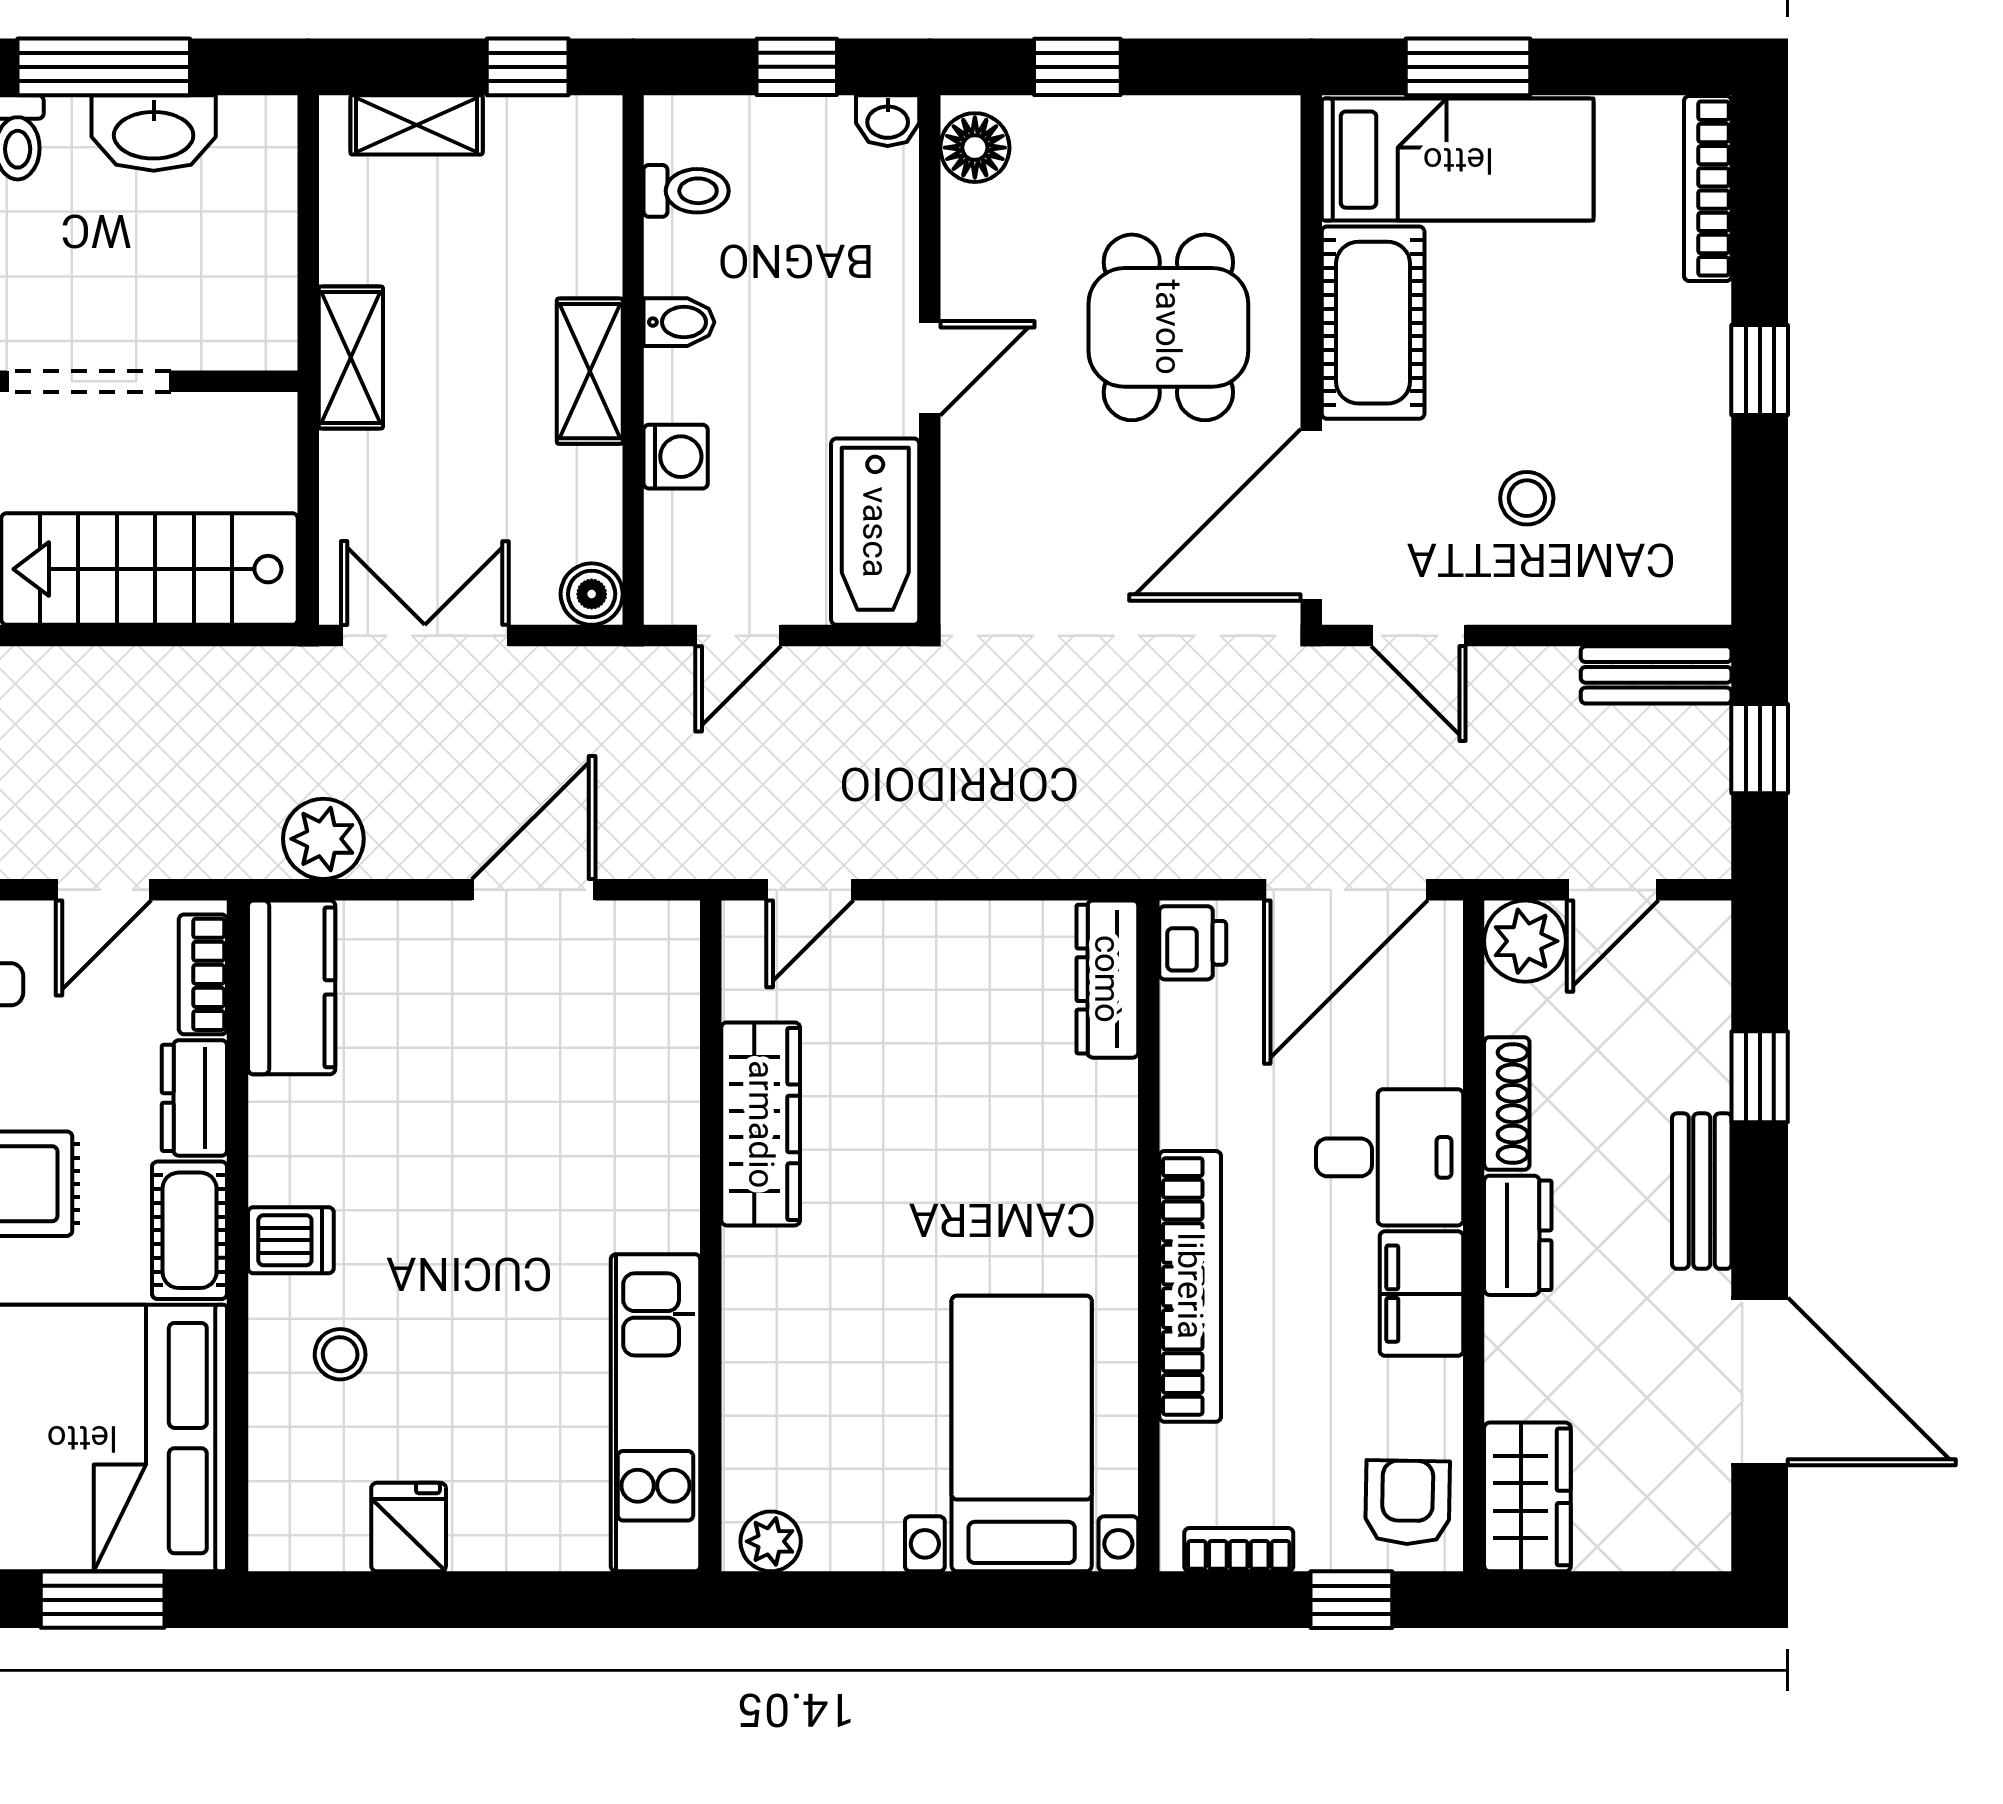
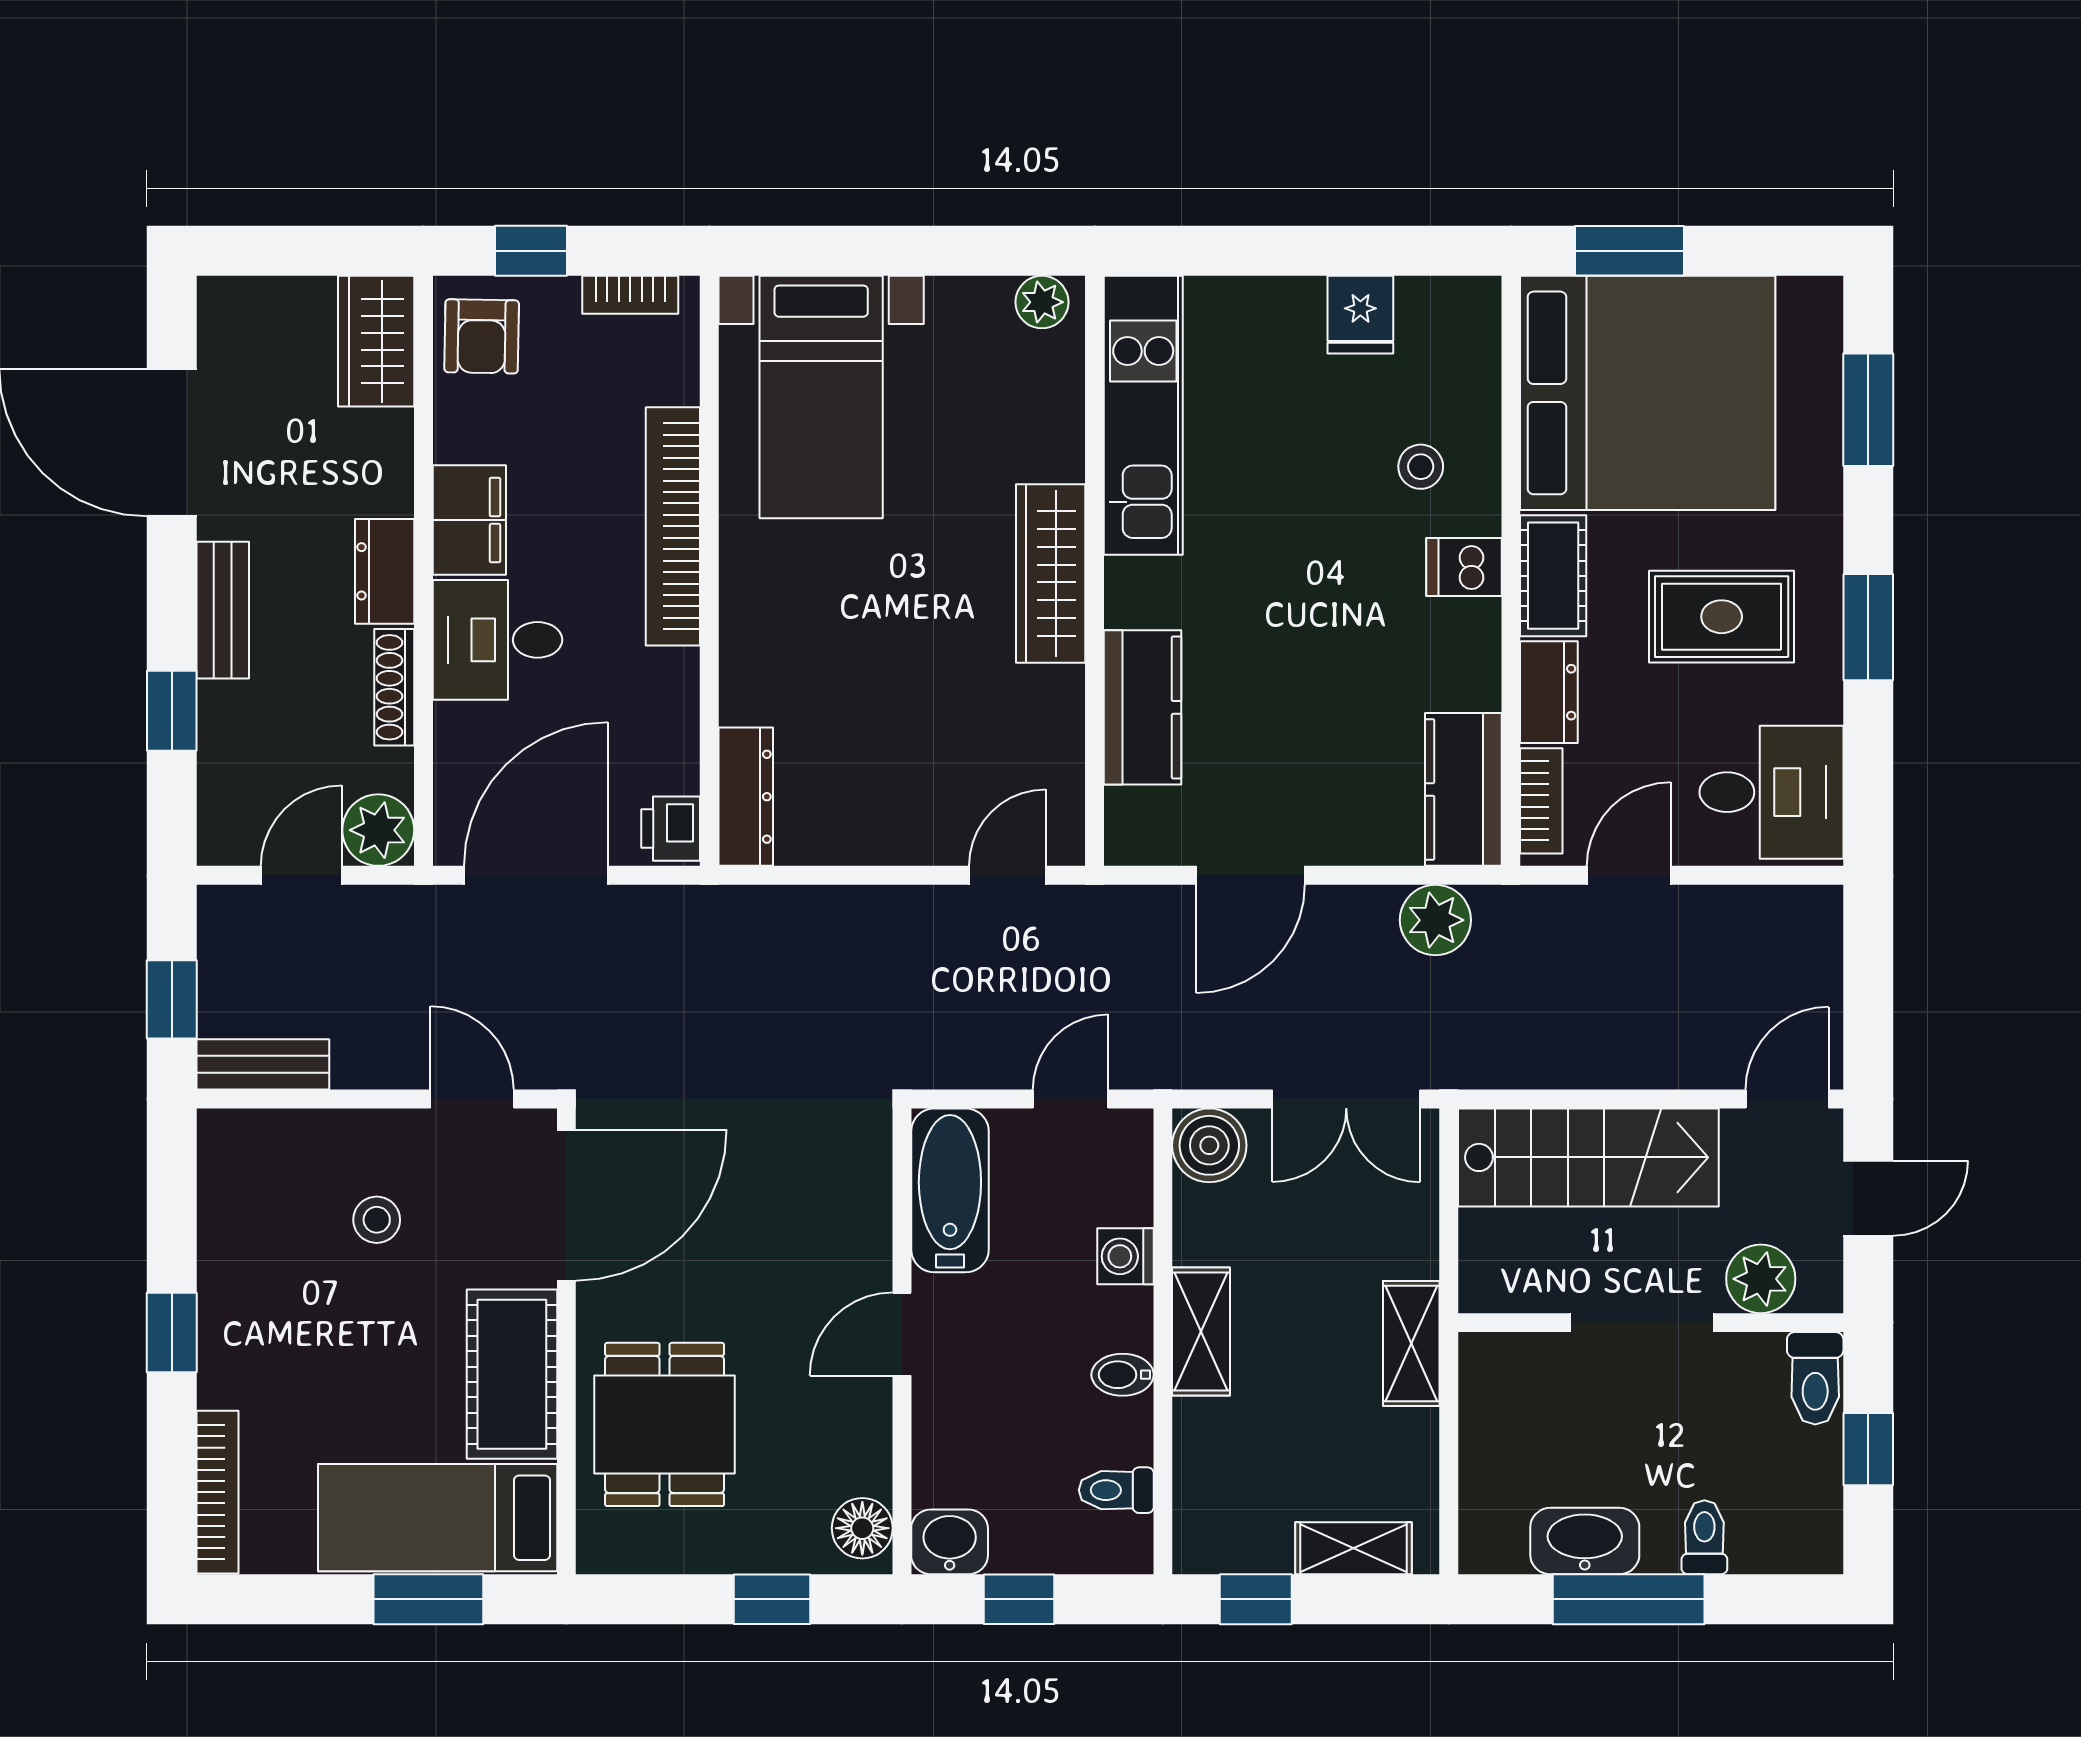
washbasin: (888, 121) -> (950, 1542), width x1.38, depth x1.45
dining table: (1168, 327) -> (665, 1424), moved
boiler: (592, 594) -> (1209, 1145), width x1.36, depth x1.36
kitchen counter: (656, 1081) -> (1143, 707), added
wardrobe: (761, 1124) -> (1051, 574), moved

